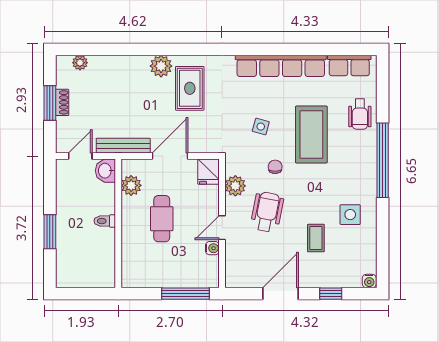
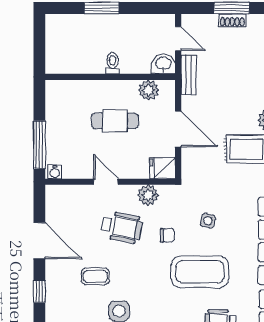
bench: (123, 146) -> (189, 75), width x0.73
water cooler: (212, 248) -> (55, 172), moved

